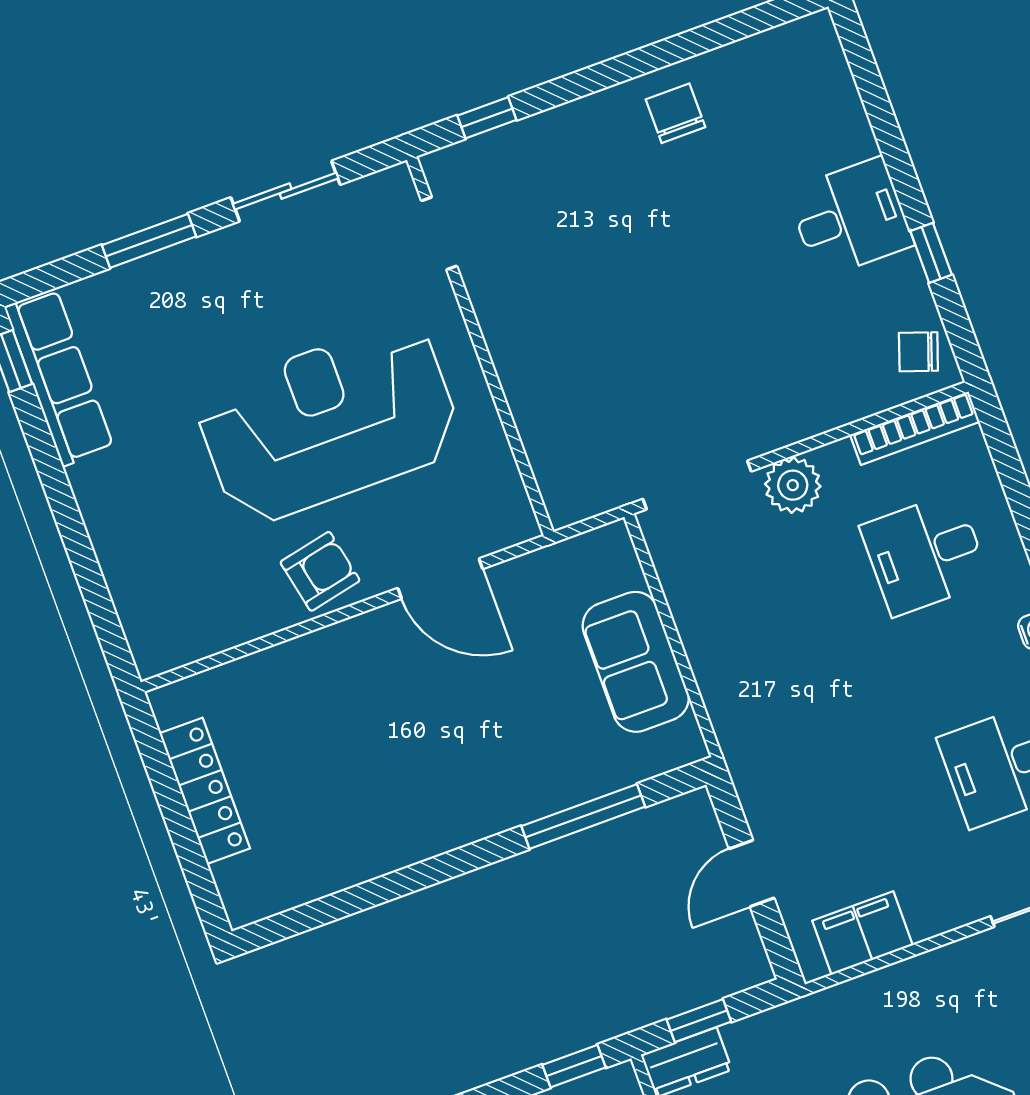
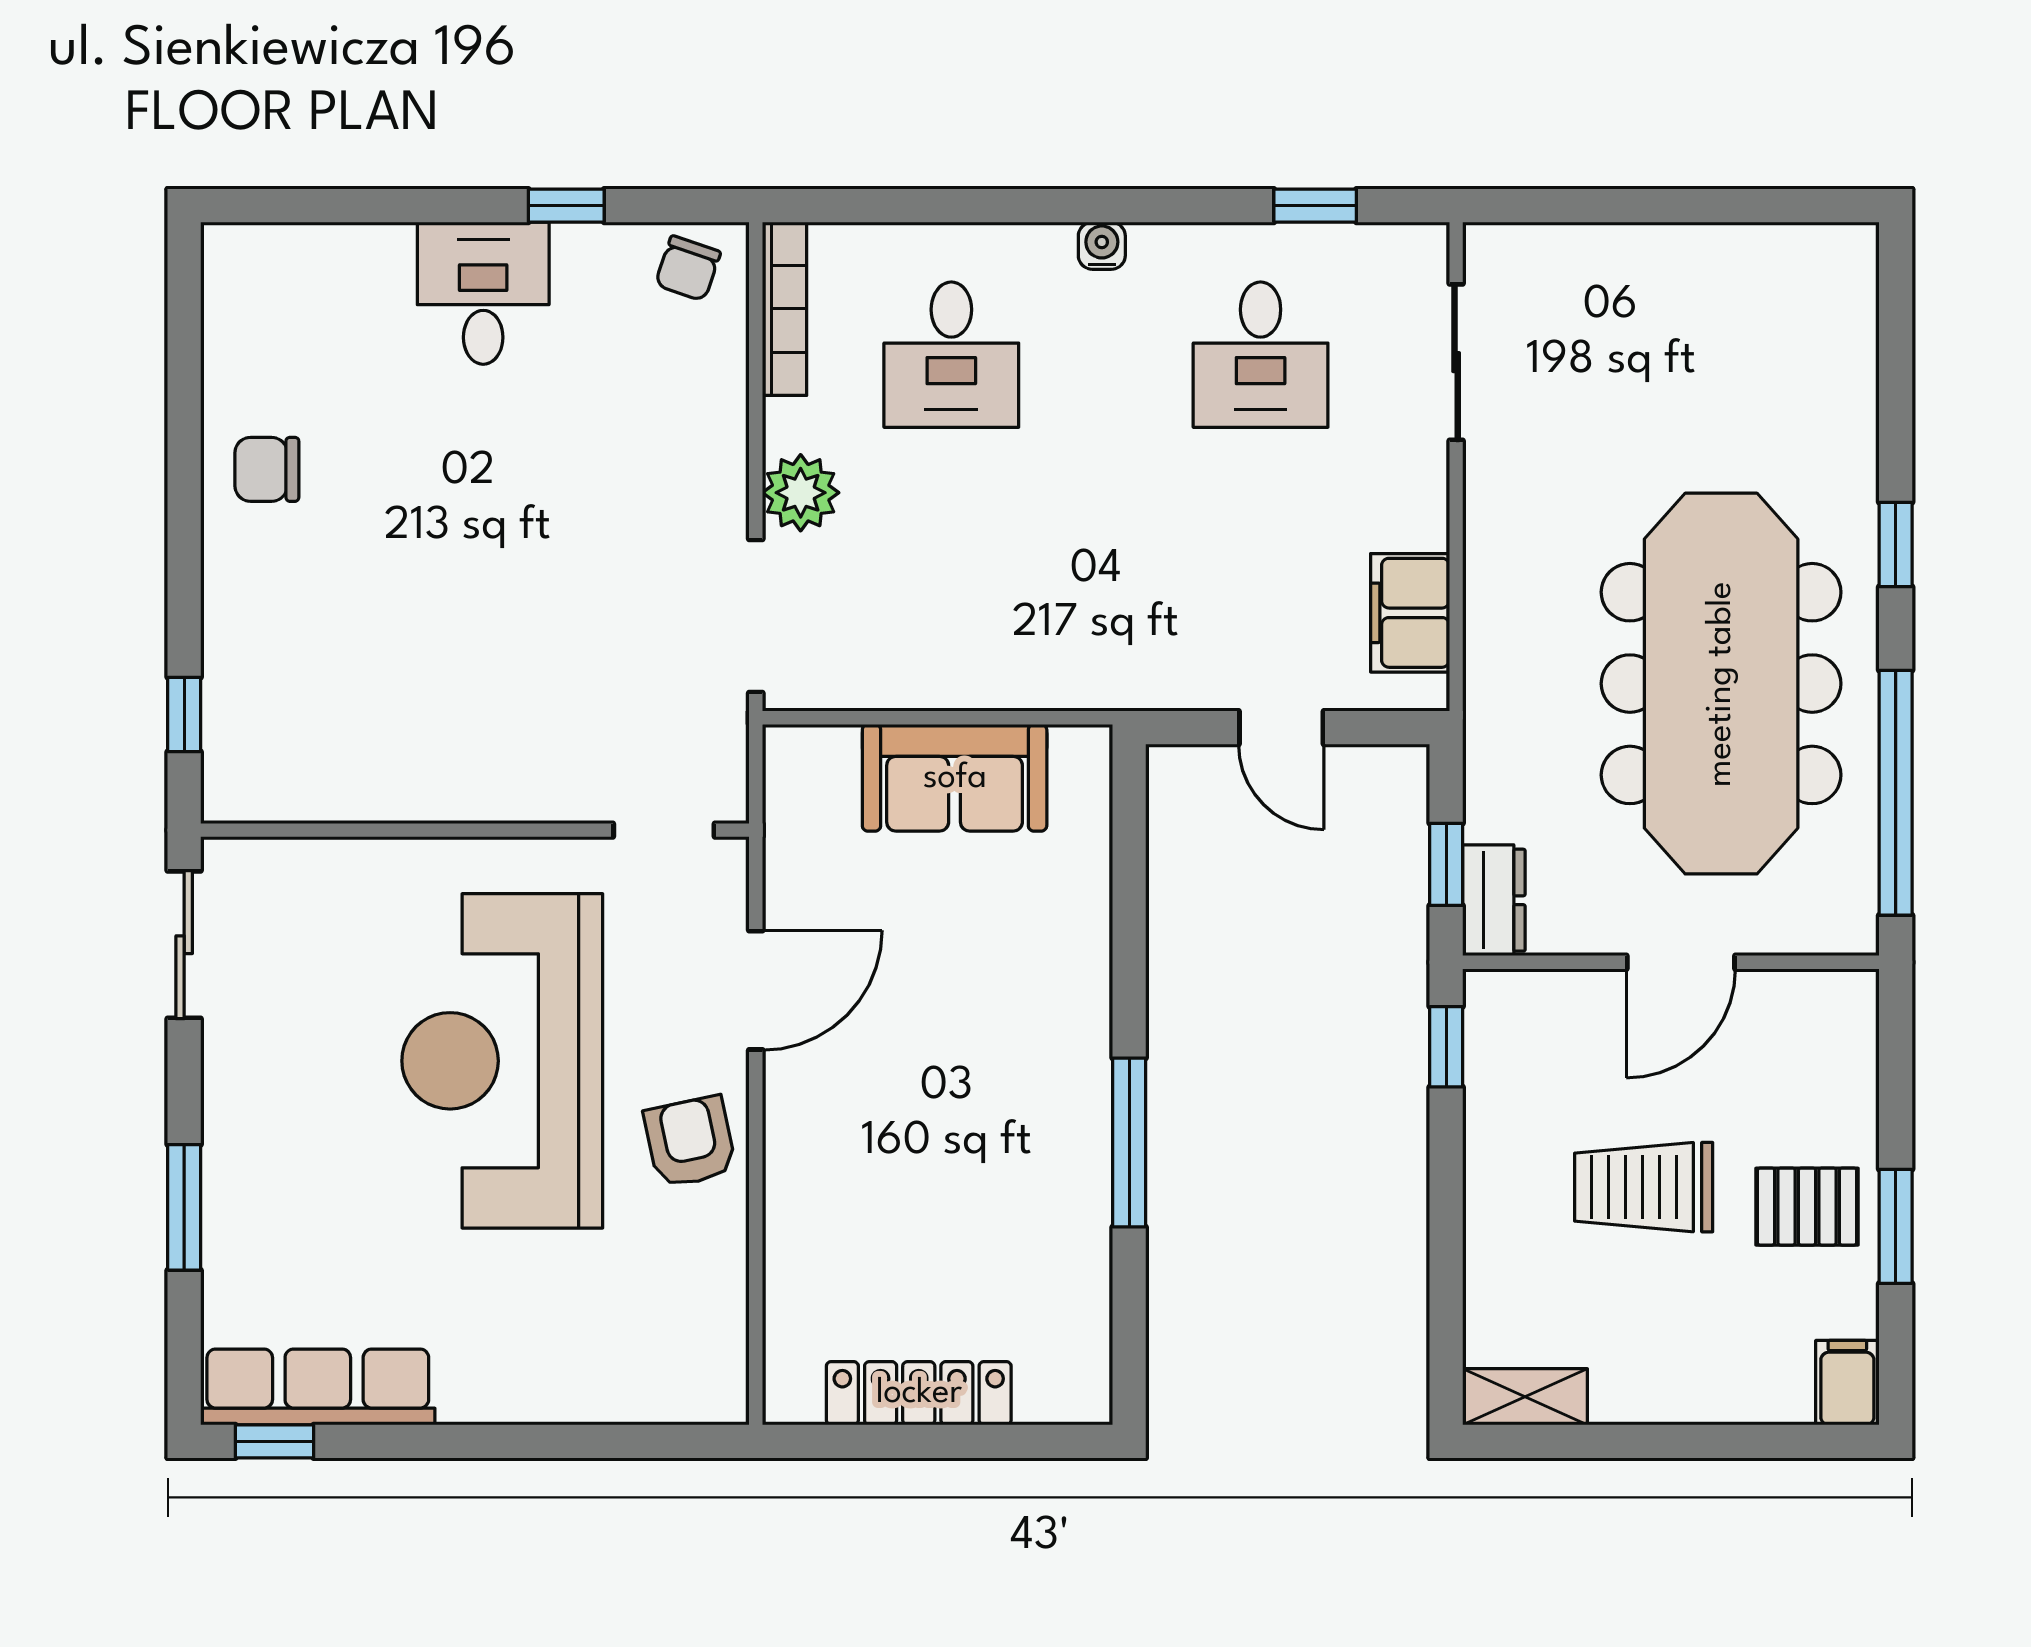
sliding door: (286, 191) -> (184, 945), moved
doorway: (439, 233) -> (664, 830), moved
window: (583, 816) -> (1129, 1142), moved

